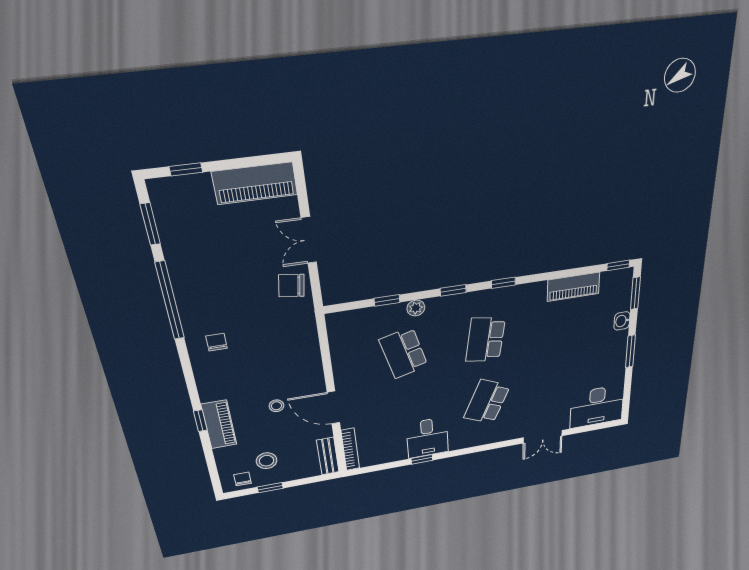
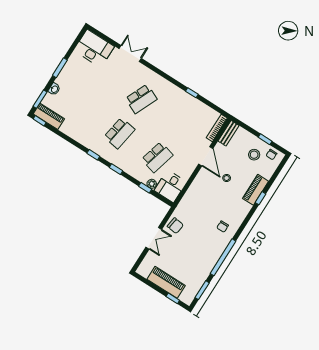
piano: (255, 183) -> (166, 282), moved
piano: (574, 287) -> (49, 116), moved
plant: (416, 308) -> (152, 184), moved
school desk: (404, 353) -> (157, 157), turned 30
desk: (427, 438) -> (170, 186), moved, turned 180

